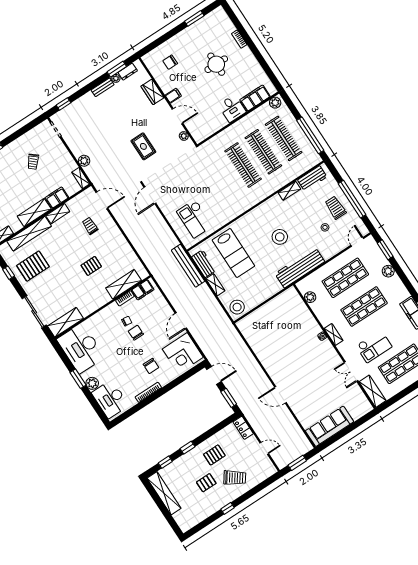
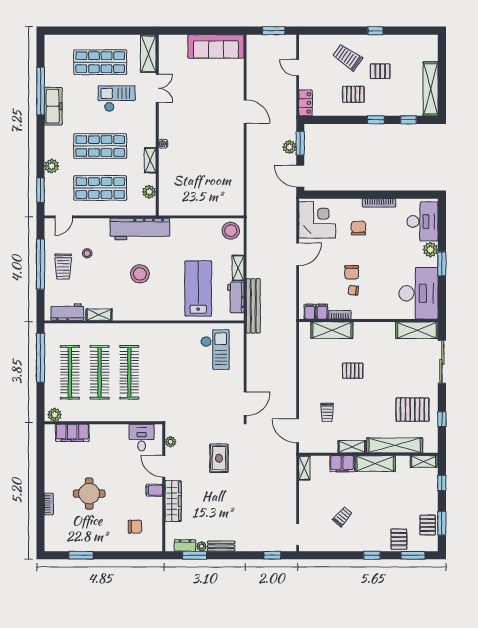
wardrobe: (152, 92) -> (173, 501), width x1.50
desk: (232, 108) -> (142, 438), moved
plant: (84, 161) -> (289, 147), moved
shelving: (334, 334) -> (150, 160), moved

